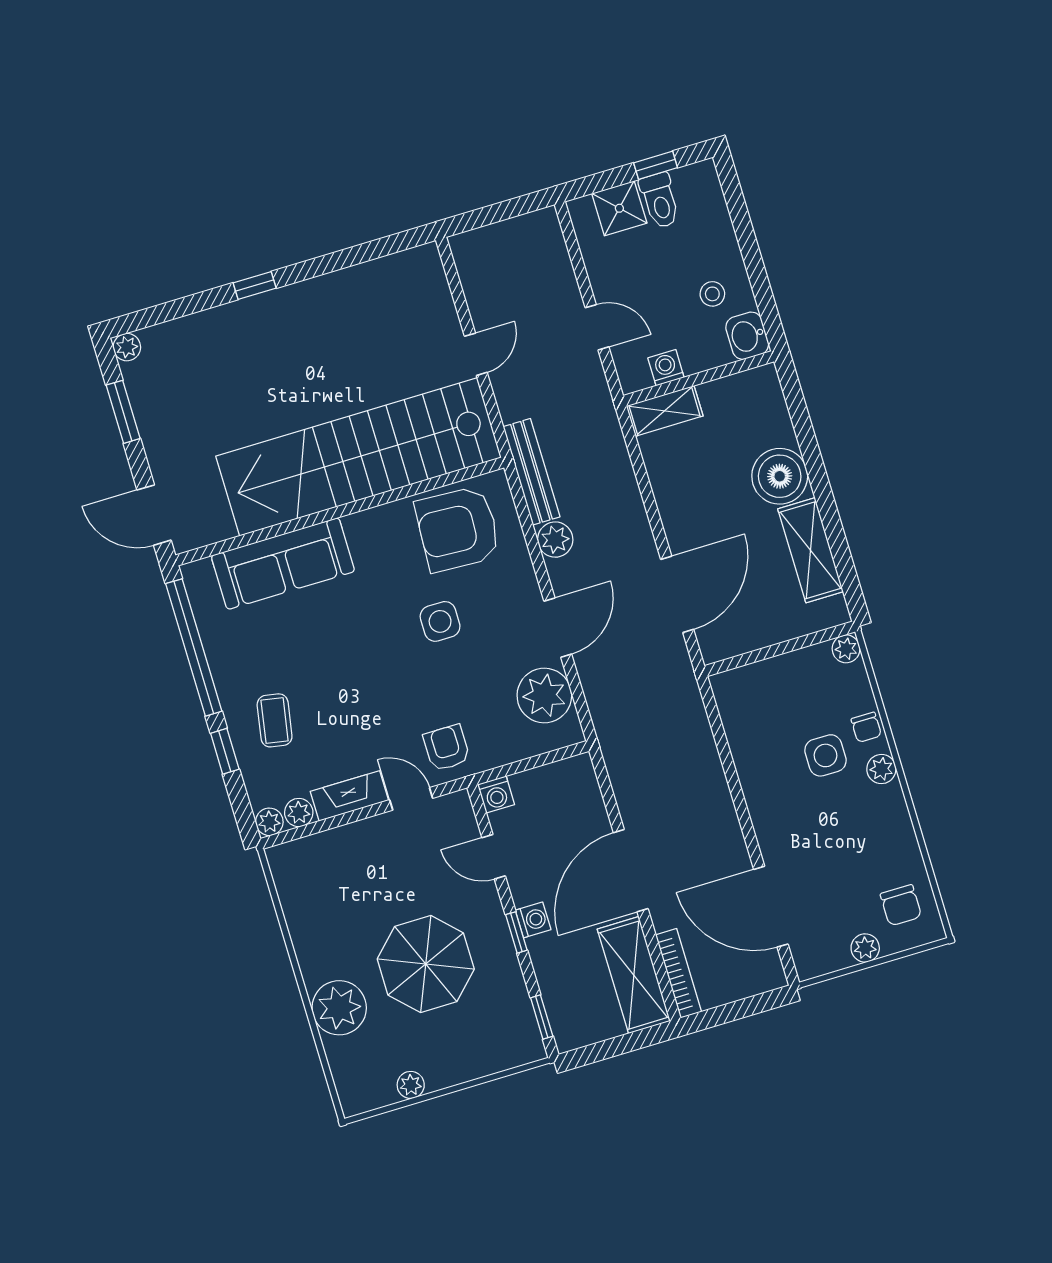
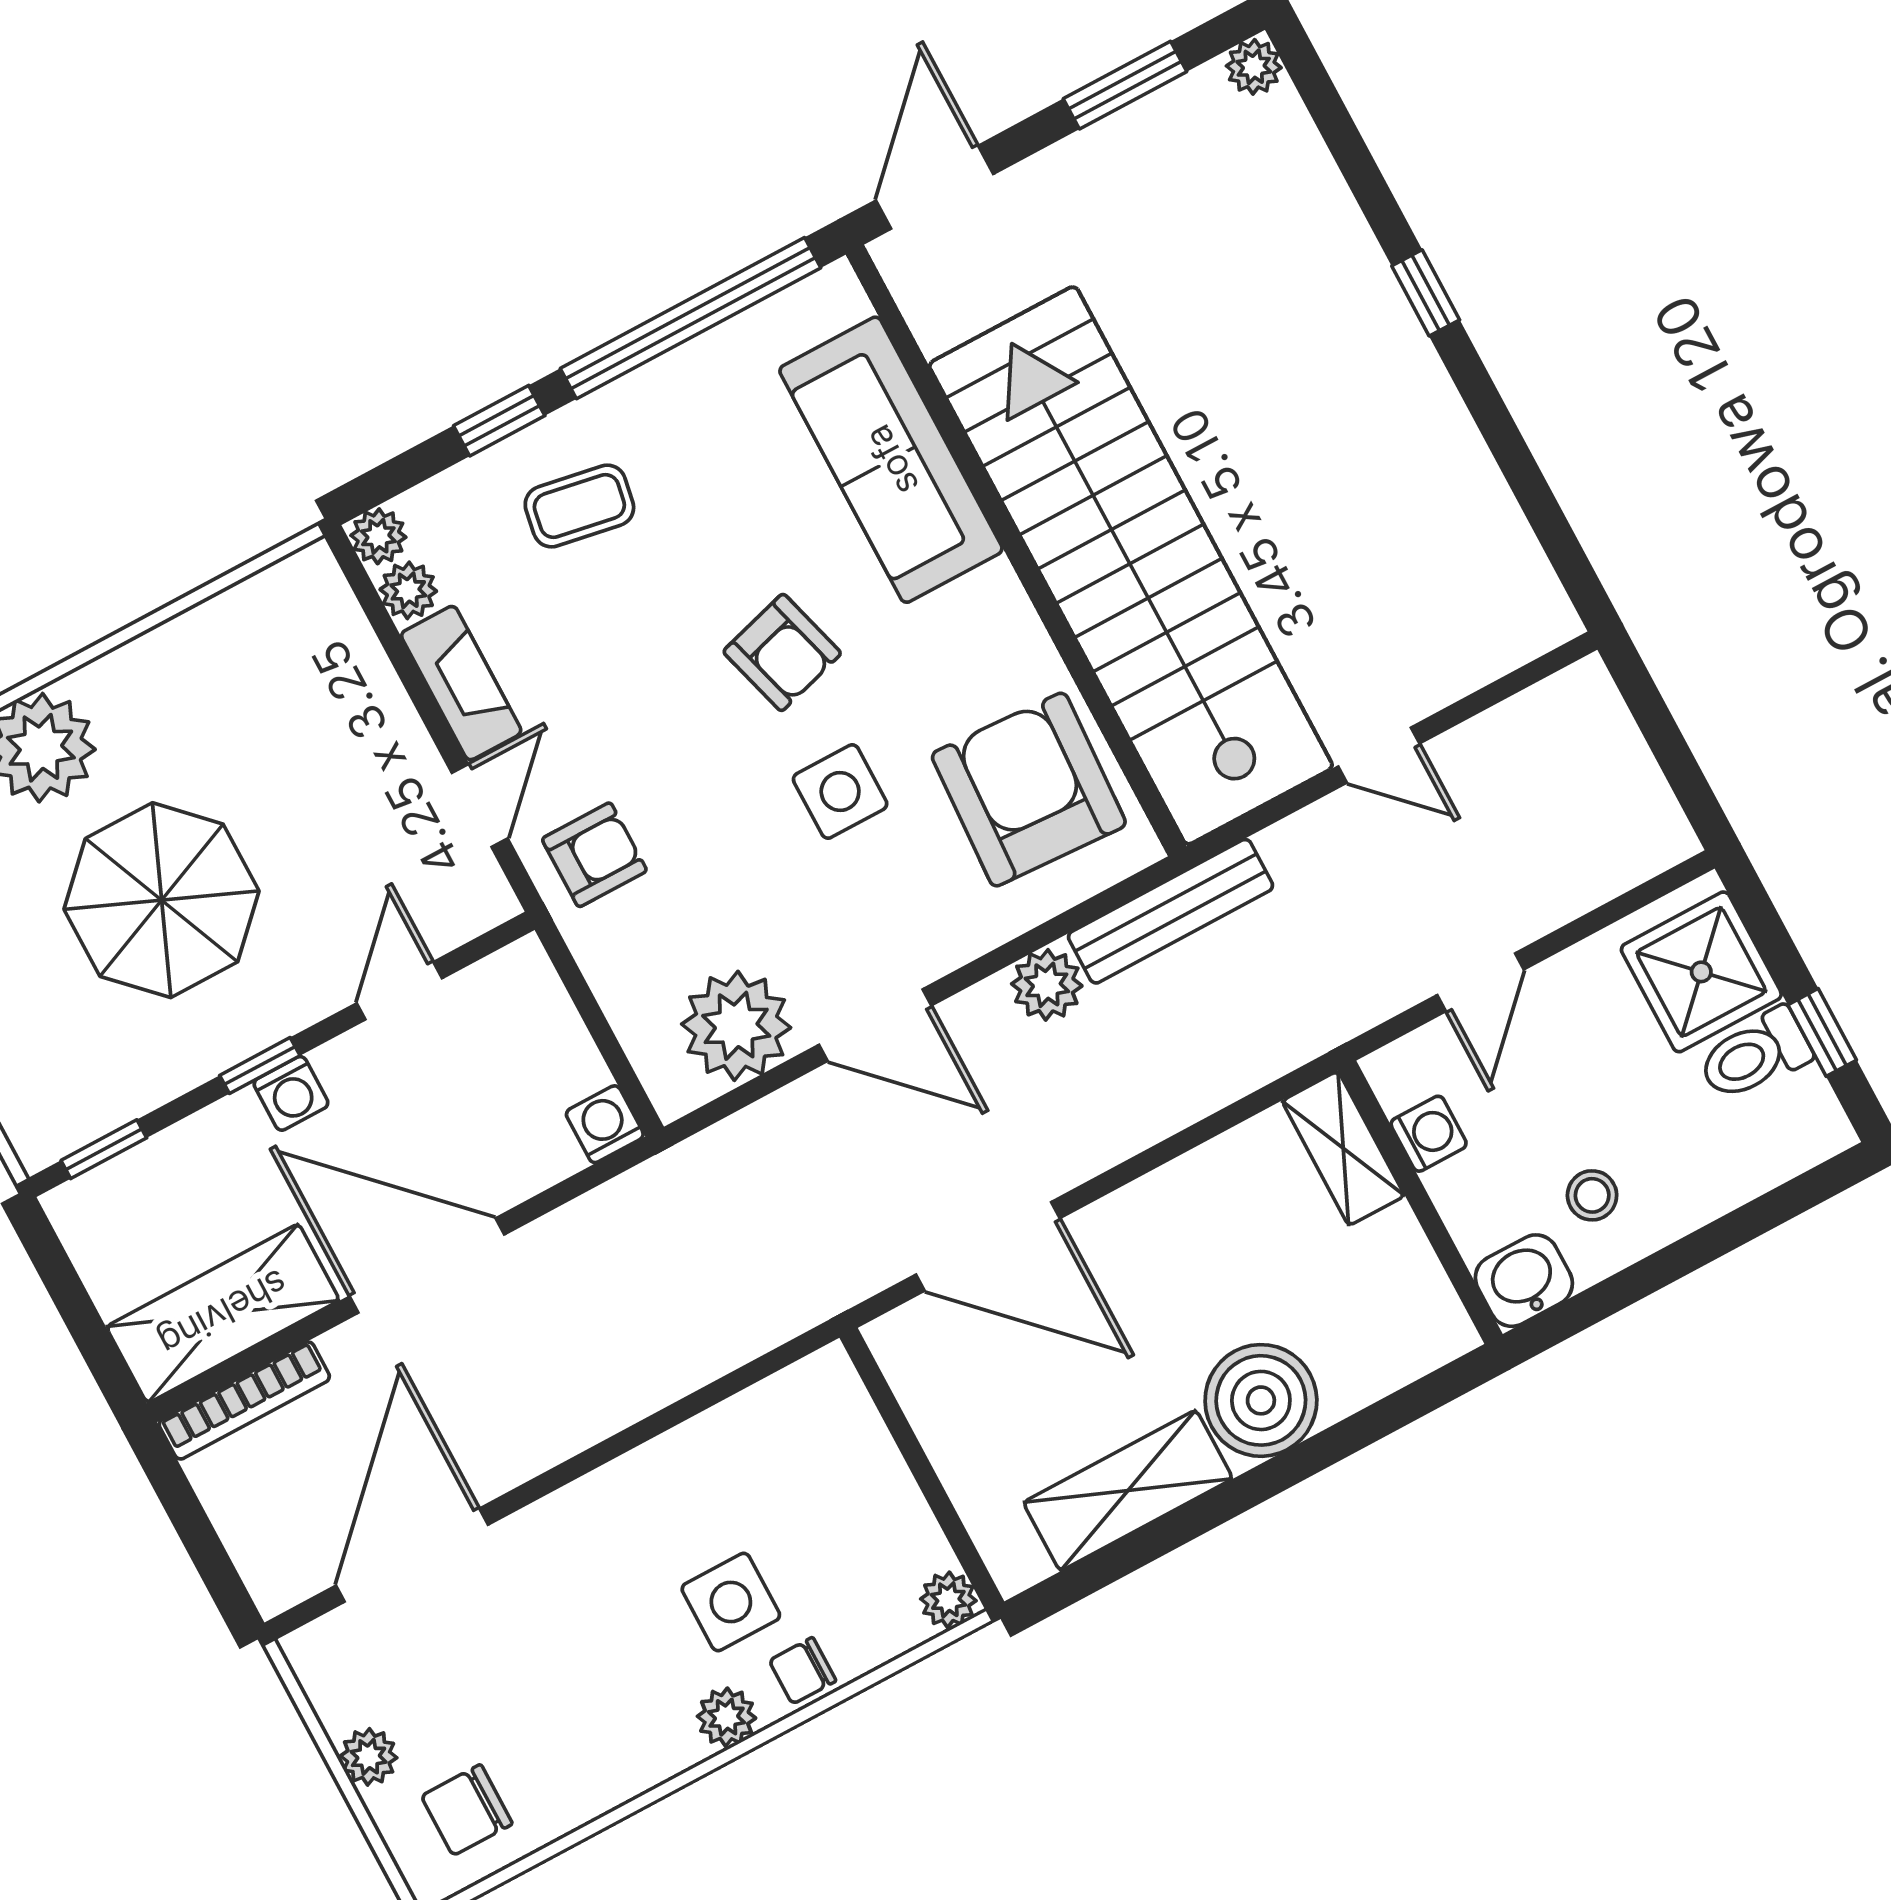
shower: (619, 208) -> (1701, 972), width x1.36, depth x1.36
armchair: (366, 636) -> (782, 652), added
washing machine: (496, 795) -> (605, 1124), moved, turned 90

